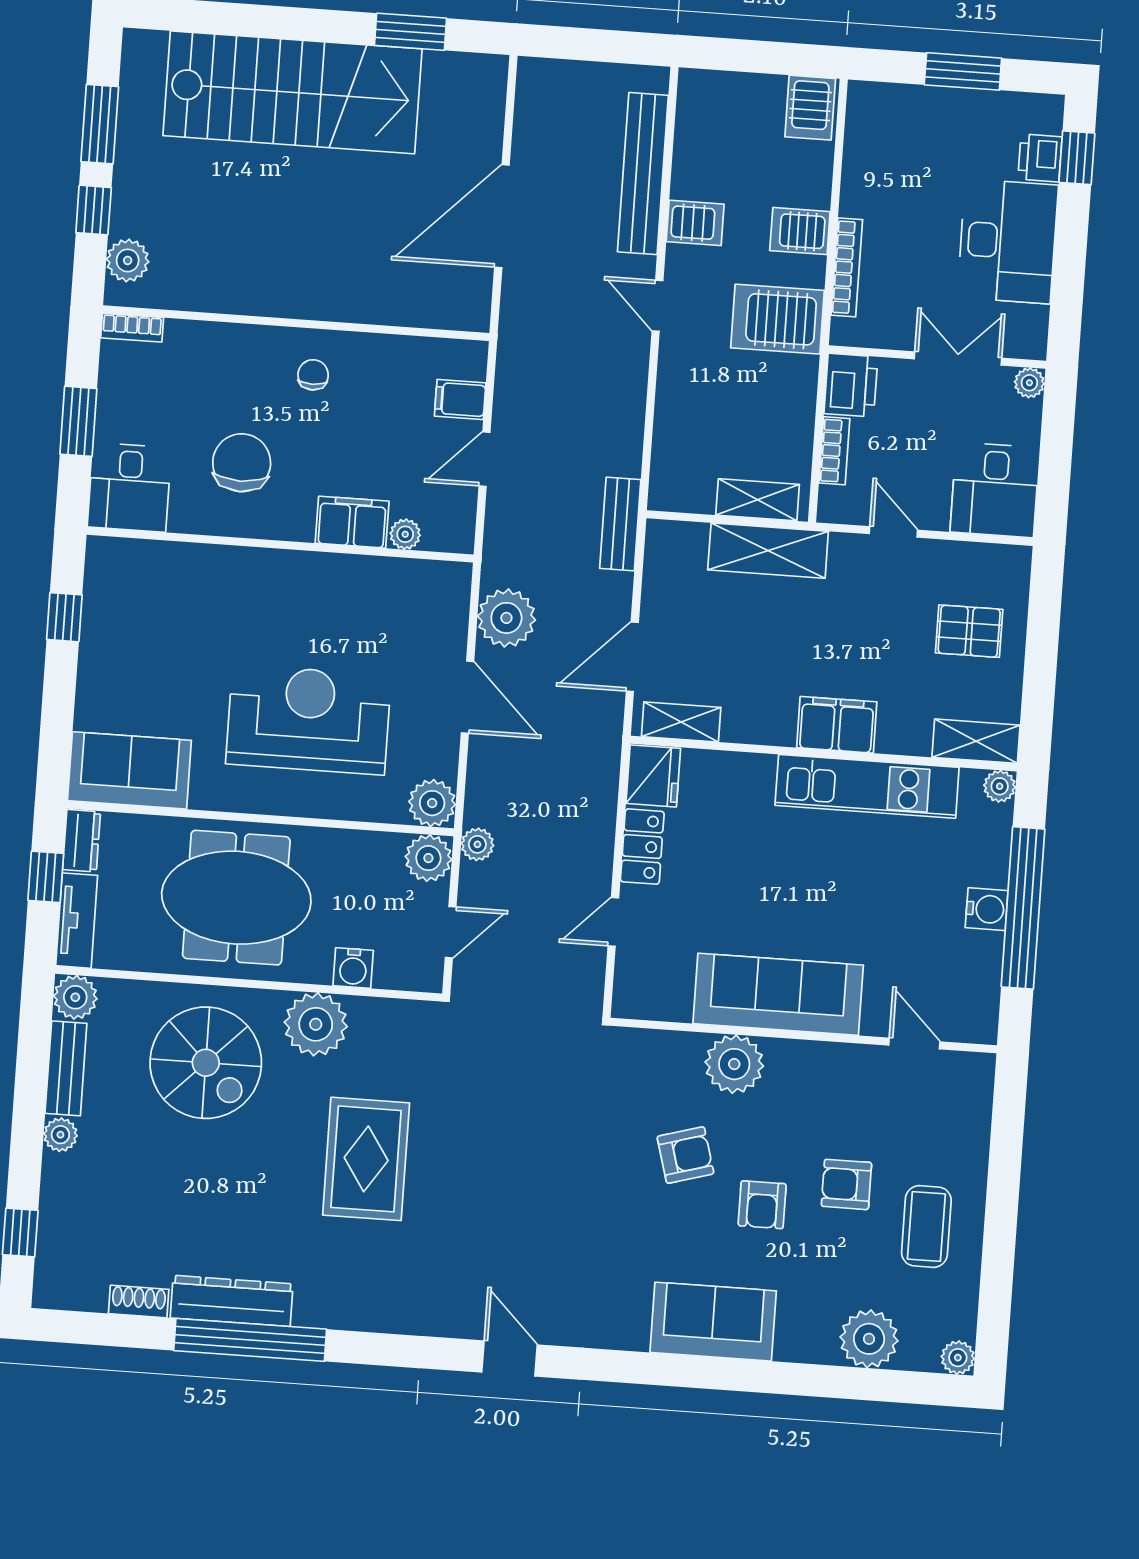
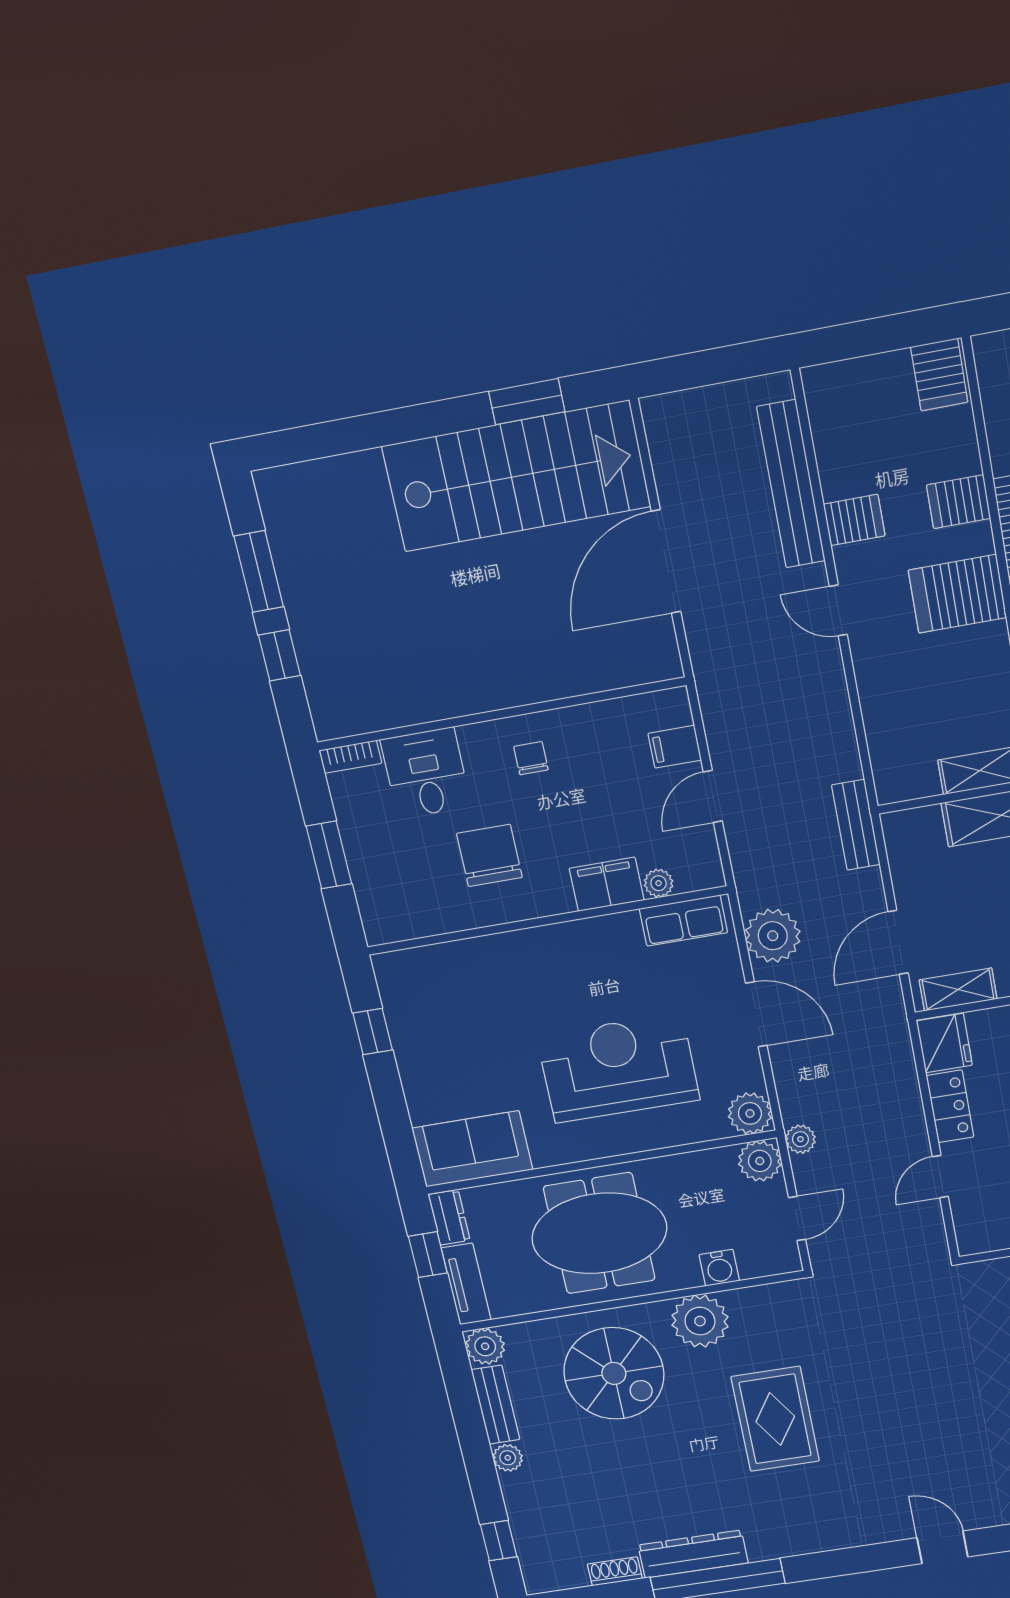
stairs: (293, 92) -> (516, 476), moved
plant: (128, 260) -> (326, 695), removed
desk: (129, 487) -> (426, 773), moved, turned 180
row of seats: (420, 579) -> (683, 921), added

